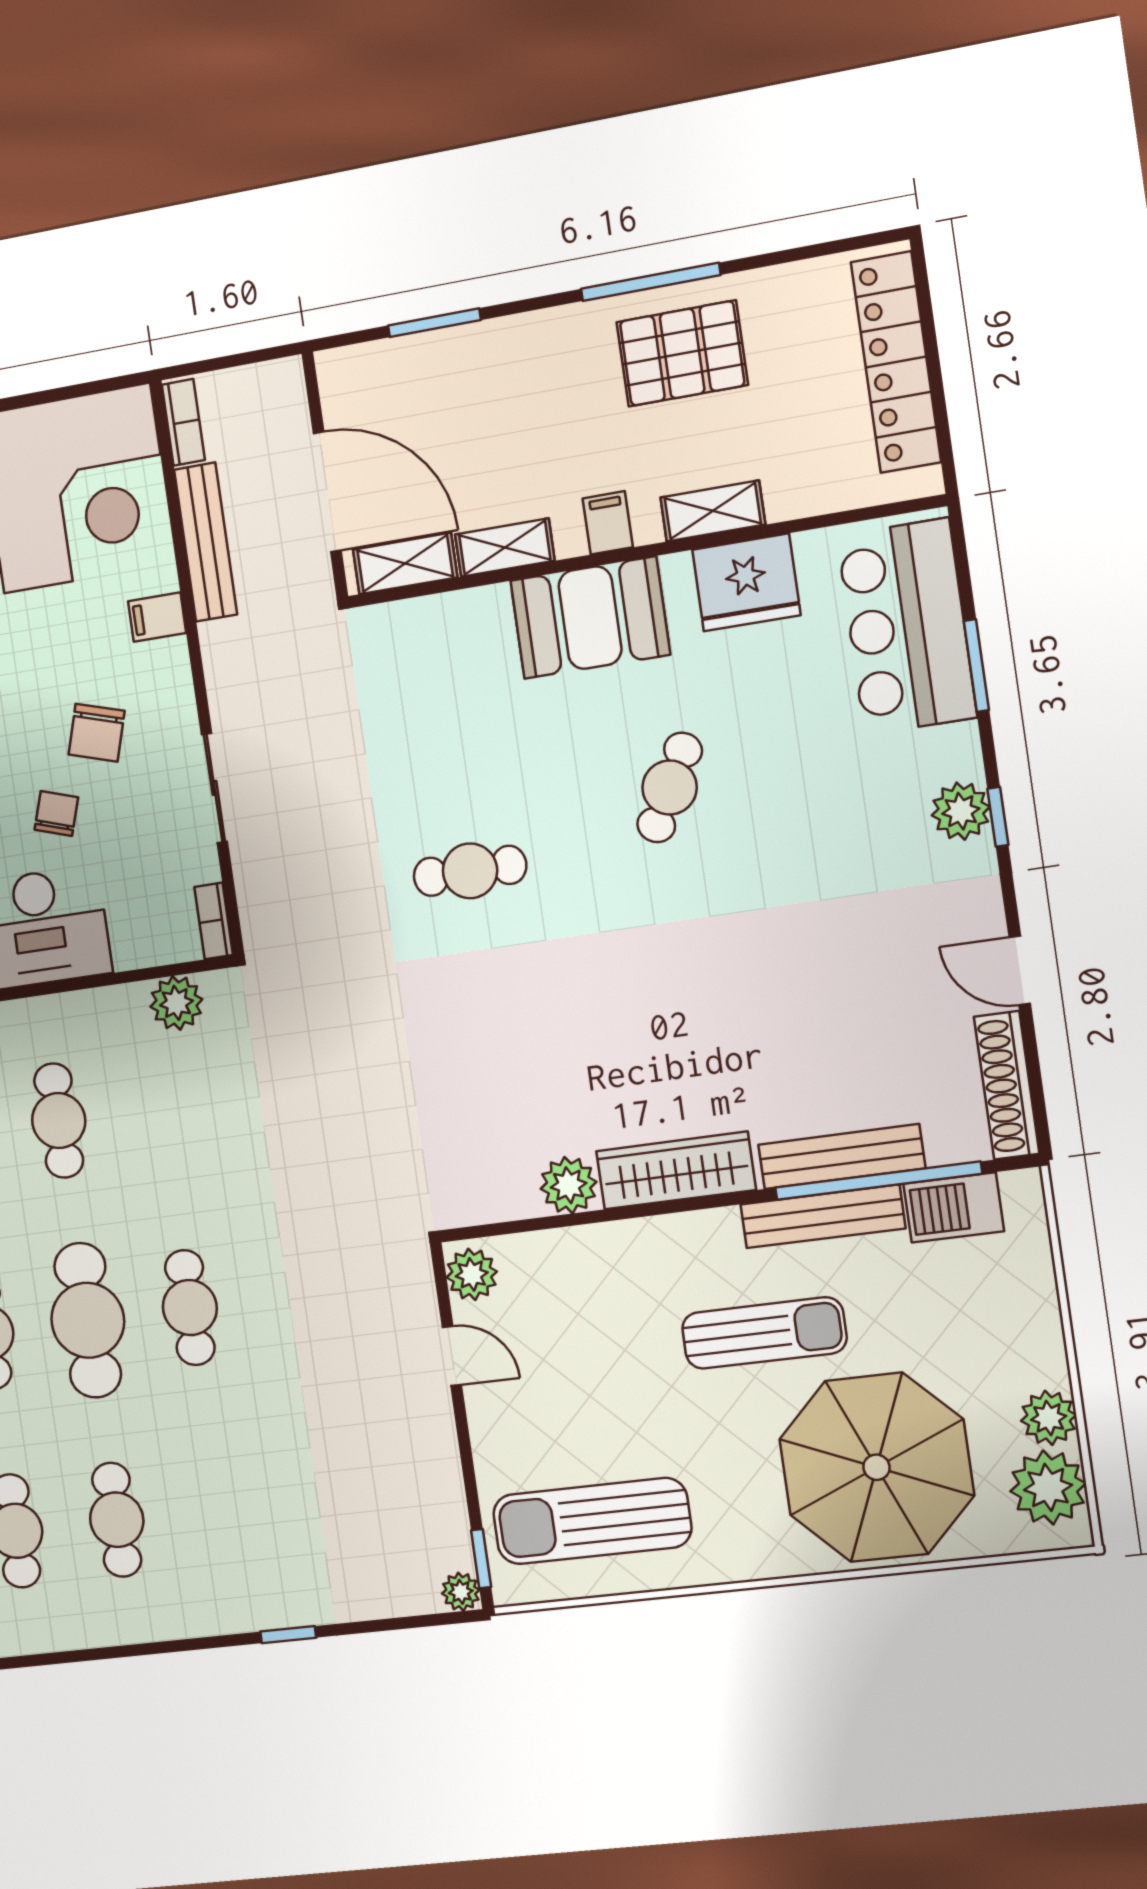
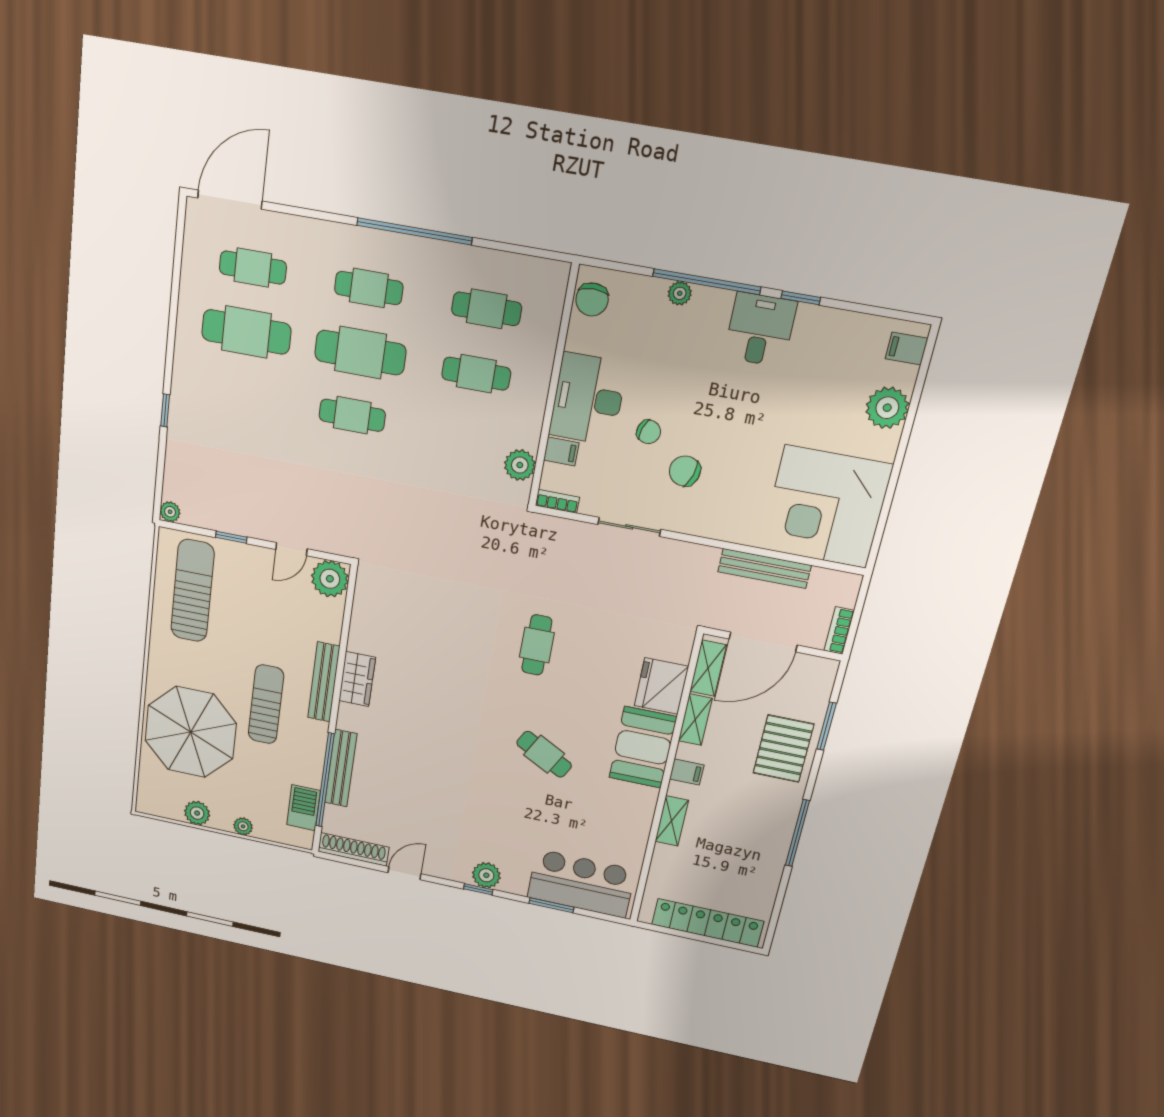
pallet: (682, 353) -> (783, 749), moved
bookcase: (183, 422) -> (839, 630), moved, turned 90
fridge: (746, 582) -> (661, 686), moved
filing cabinet: (157, 617) -> (561, 451), moved, turned 90
wardrobe: (676, 1171) -> (357, 679), width x0.67
plant: (569, 1185) -> (363, 638), removed
bench: (823, 1216) -> (324, 682), moved
plant: (472, 1274) -> (330, 579), width x1.36, depth x1.36
sun lounger: (764, 1333) -> (266, 704), turned 180
plant: (1048, 1487) -> (243, 826), moved, width x0.53, depth x0.53
cafe table: (117, 1520) -> (246, 332), width x1.37, depth x1.35
window: (481, 1559) -> (231, 537), moved

